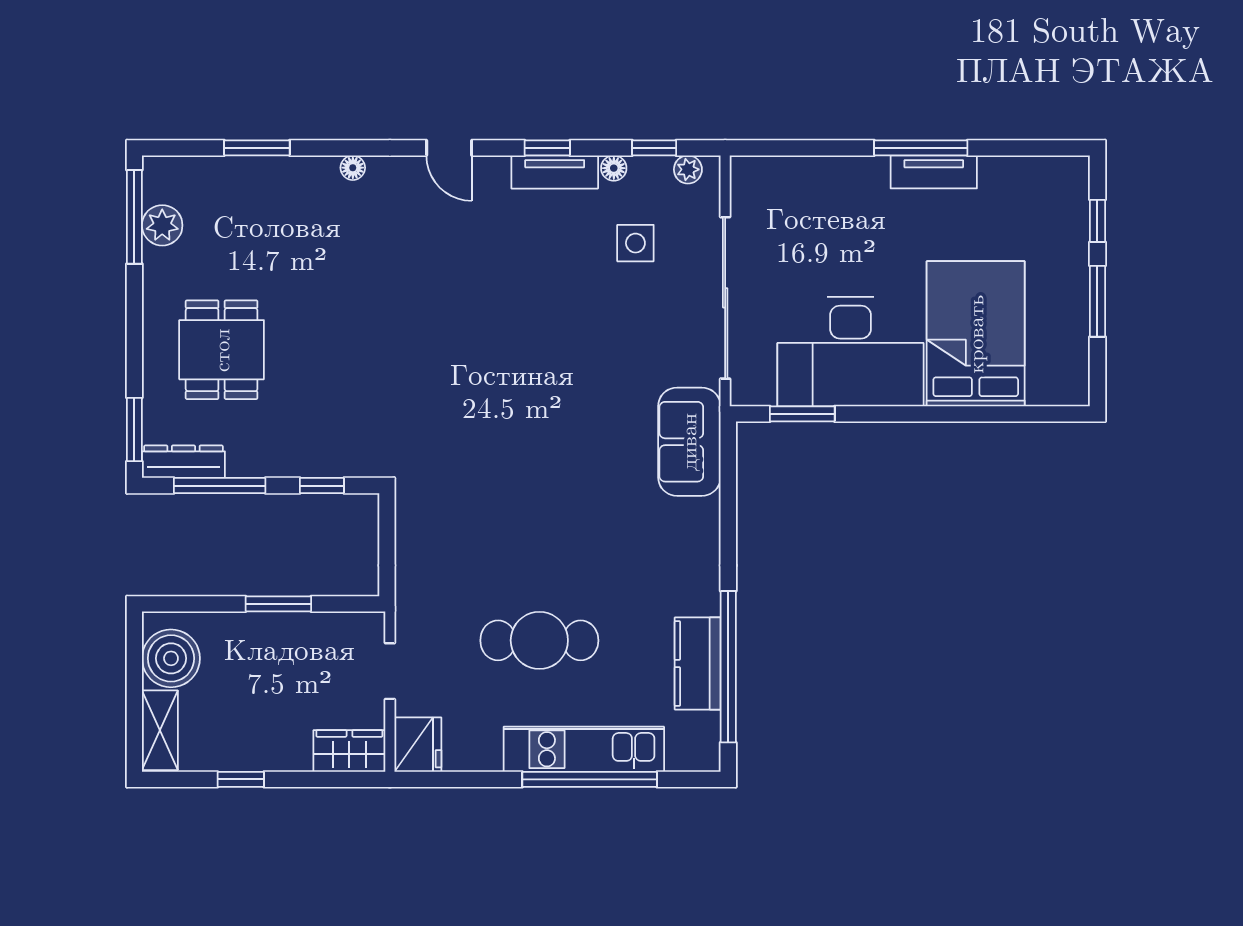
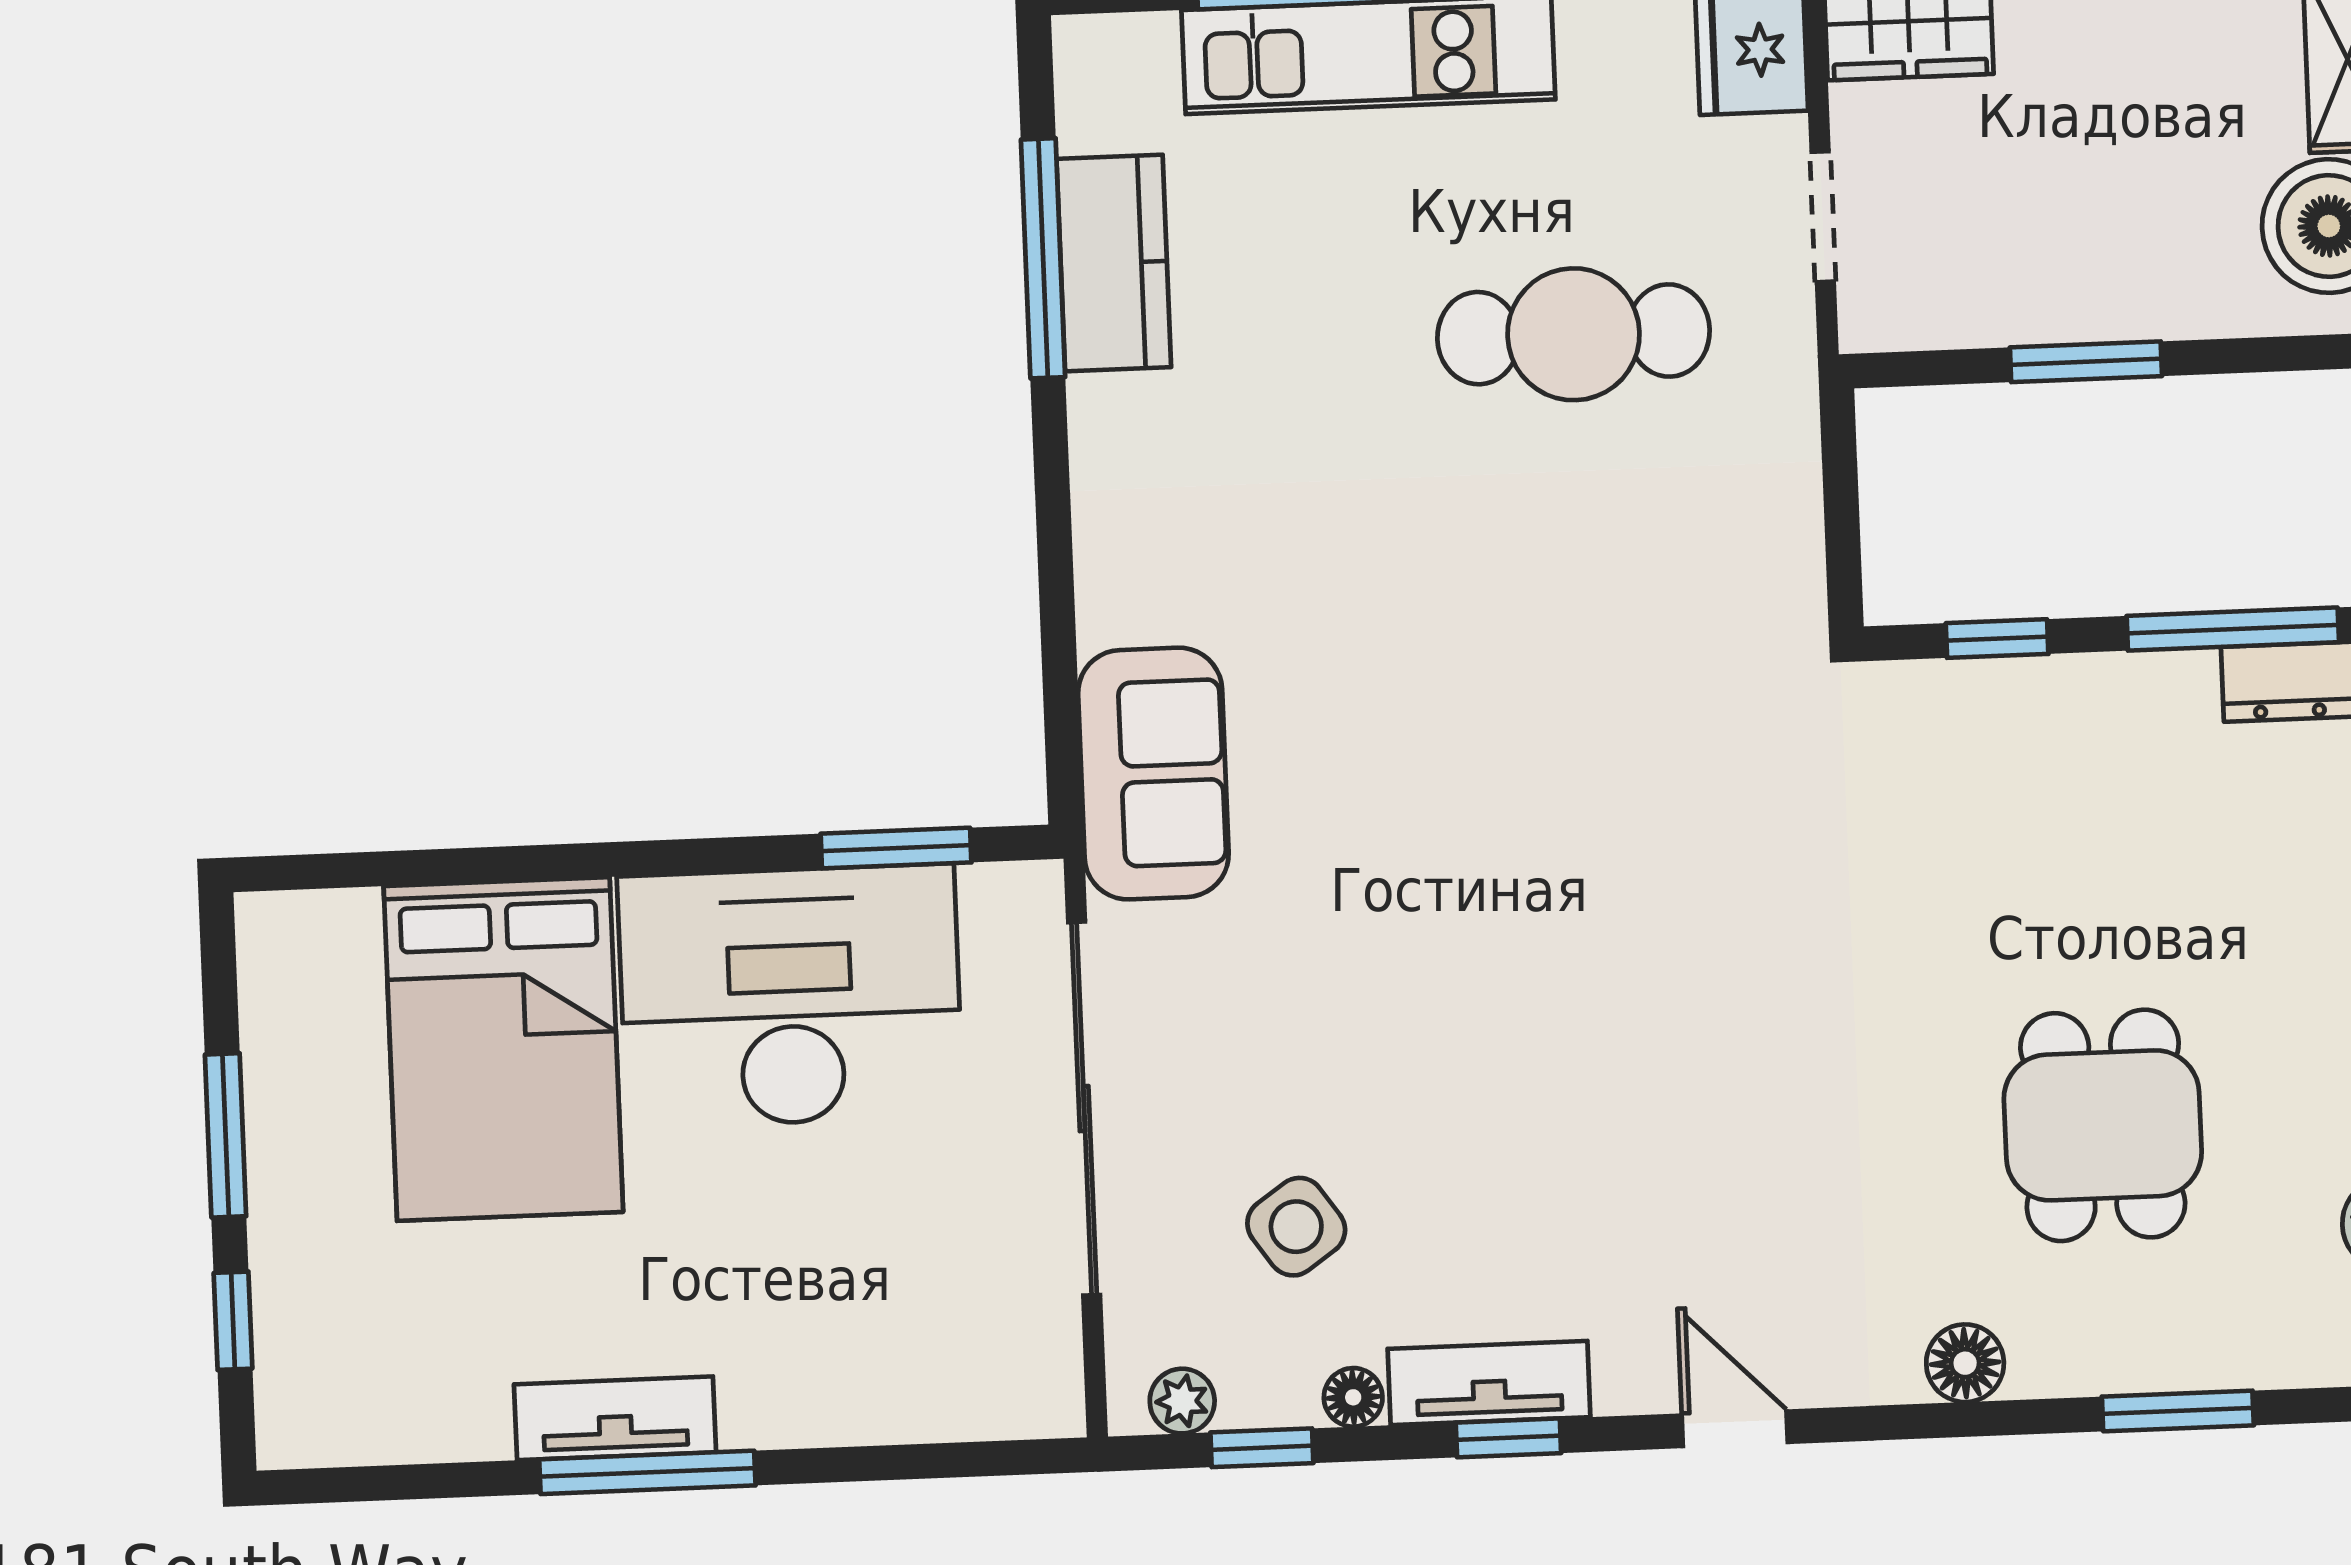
floor lamp: (353, 168) -> (1965, 1363), width x1.37, depth x1.37
side table: (635, 243) -> (1296, 1227), turned -35
dining table: (222, 350) -> (2103, 1125), moved
cafe table: (539, 640) -> (1574, 334), moved
window: (728, 667) -> (1043, 258), width x0.68

